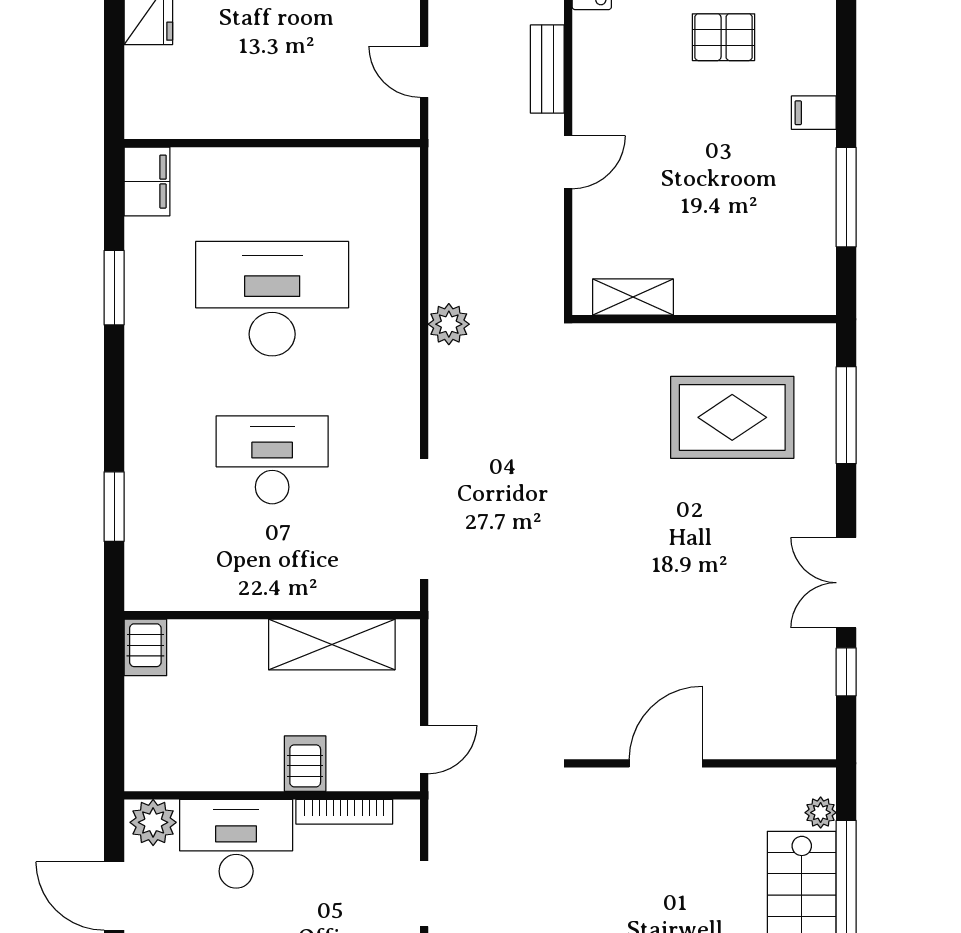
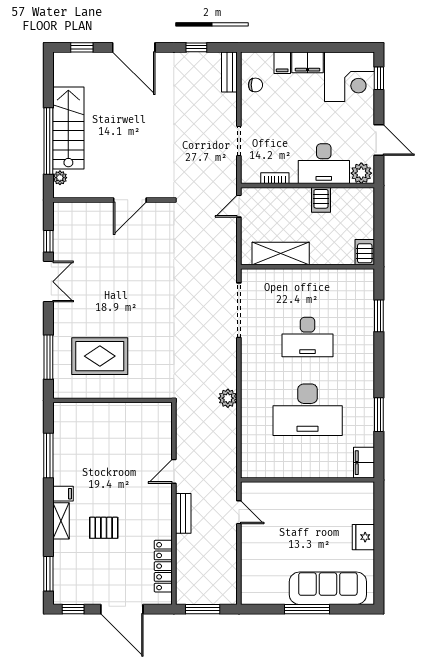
shelving: (633, 297) -> (61, 521), moved, turned 90
server rack: (305, 764) -> (321, 200), moved
bookcase: (344, 812) -> (275, 178), width x0.64

